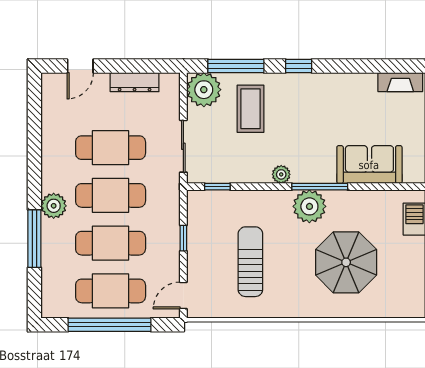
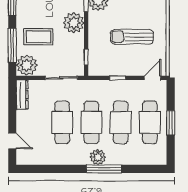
dresser: (135, 82) -> (22, 95), moved
plant: (281, 174) -> (74, 23), width x1.88, depth x1.88
window: (34, 239) -> (104, 169), moved
door: (183, 295) -> (153, 78), swing flipped
window: (109, 325) -> (171, 123), width x0.47

